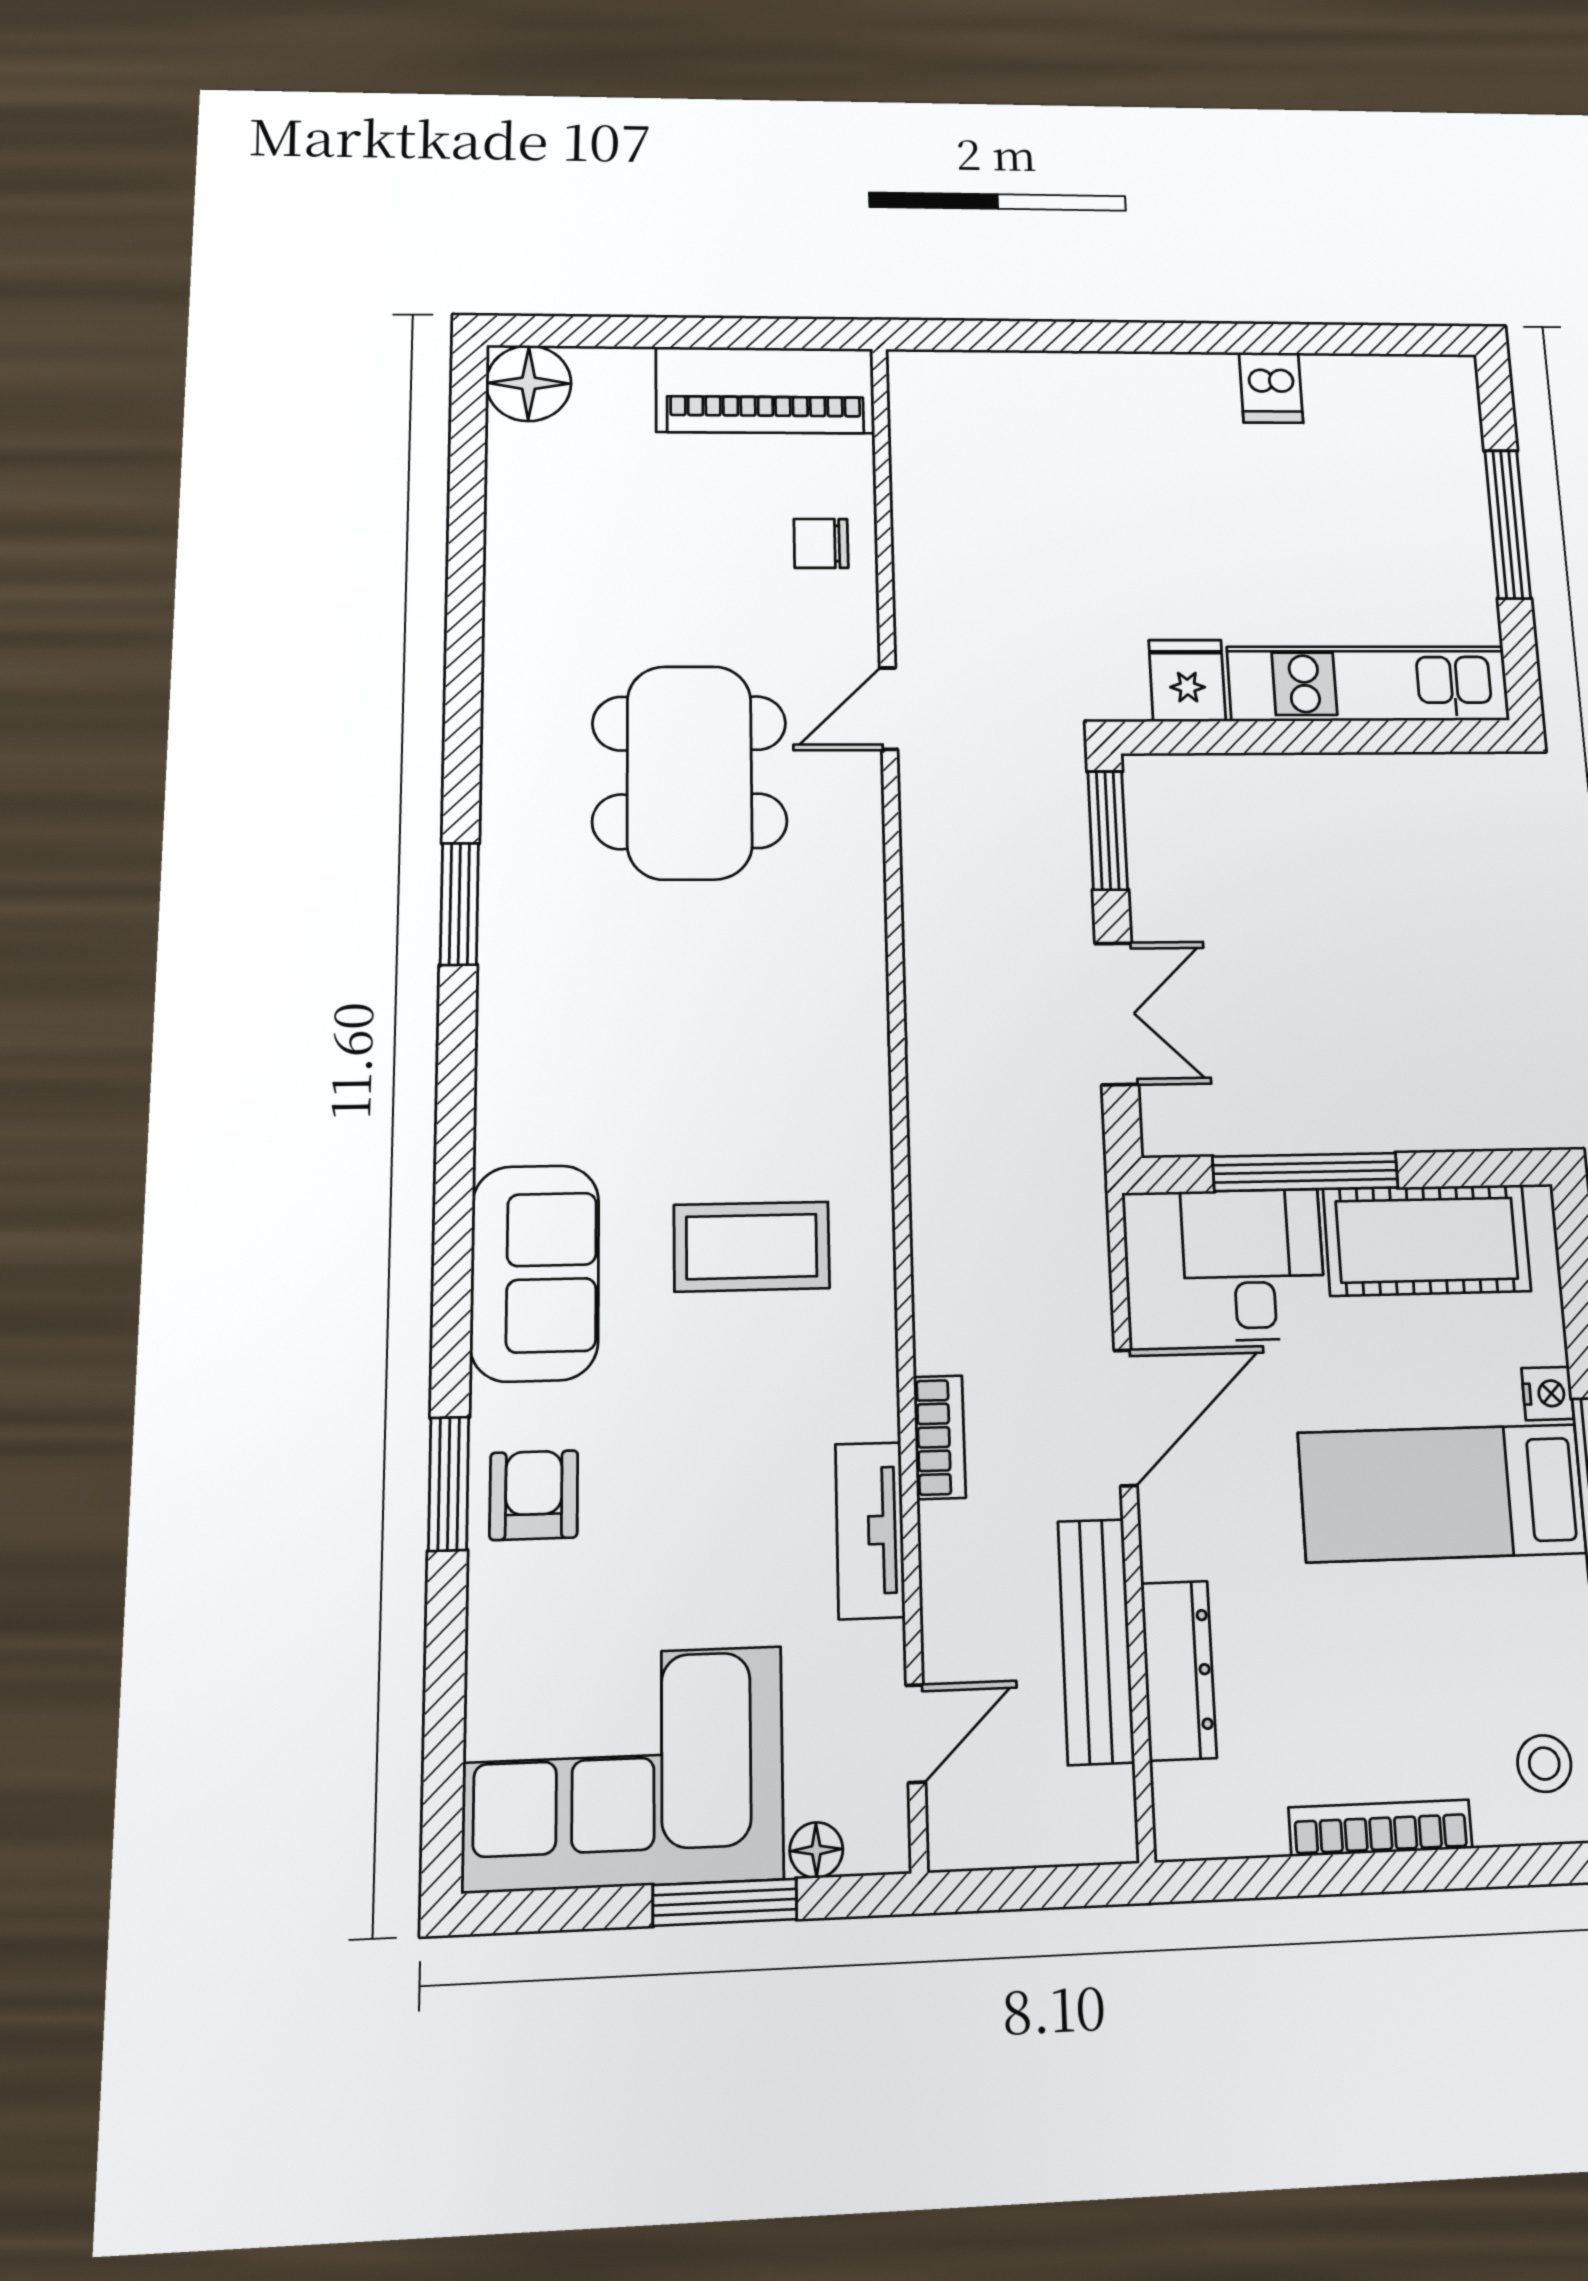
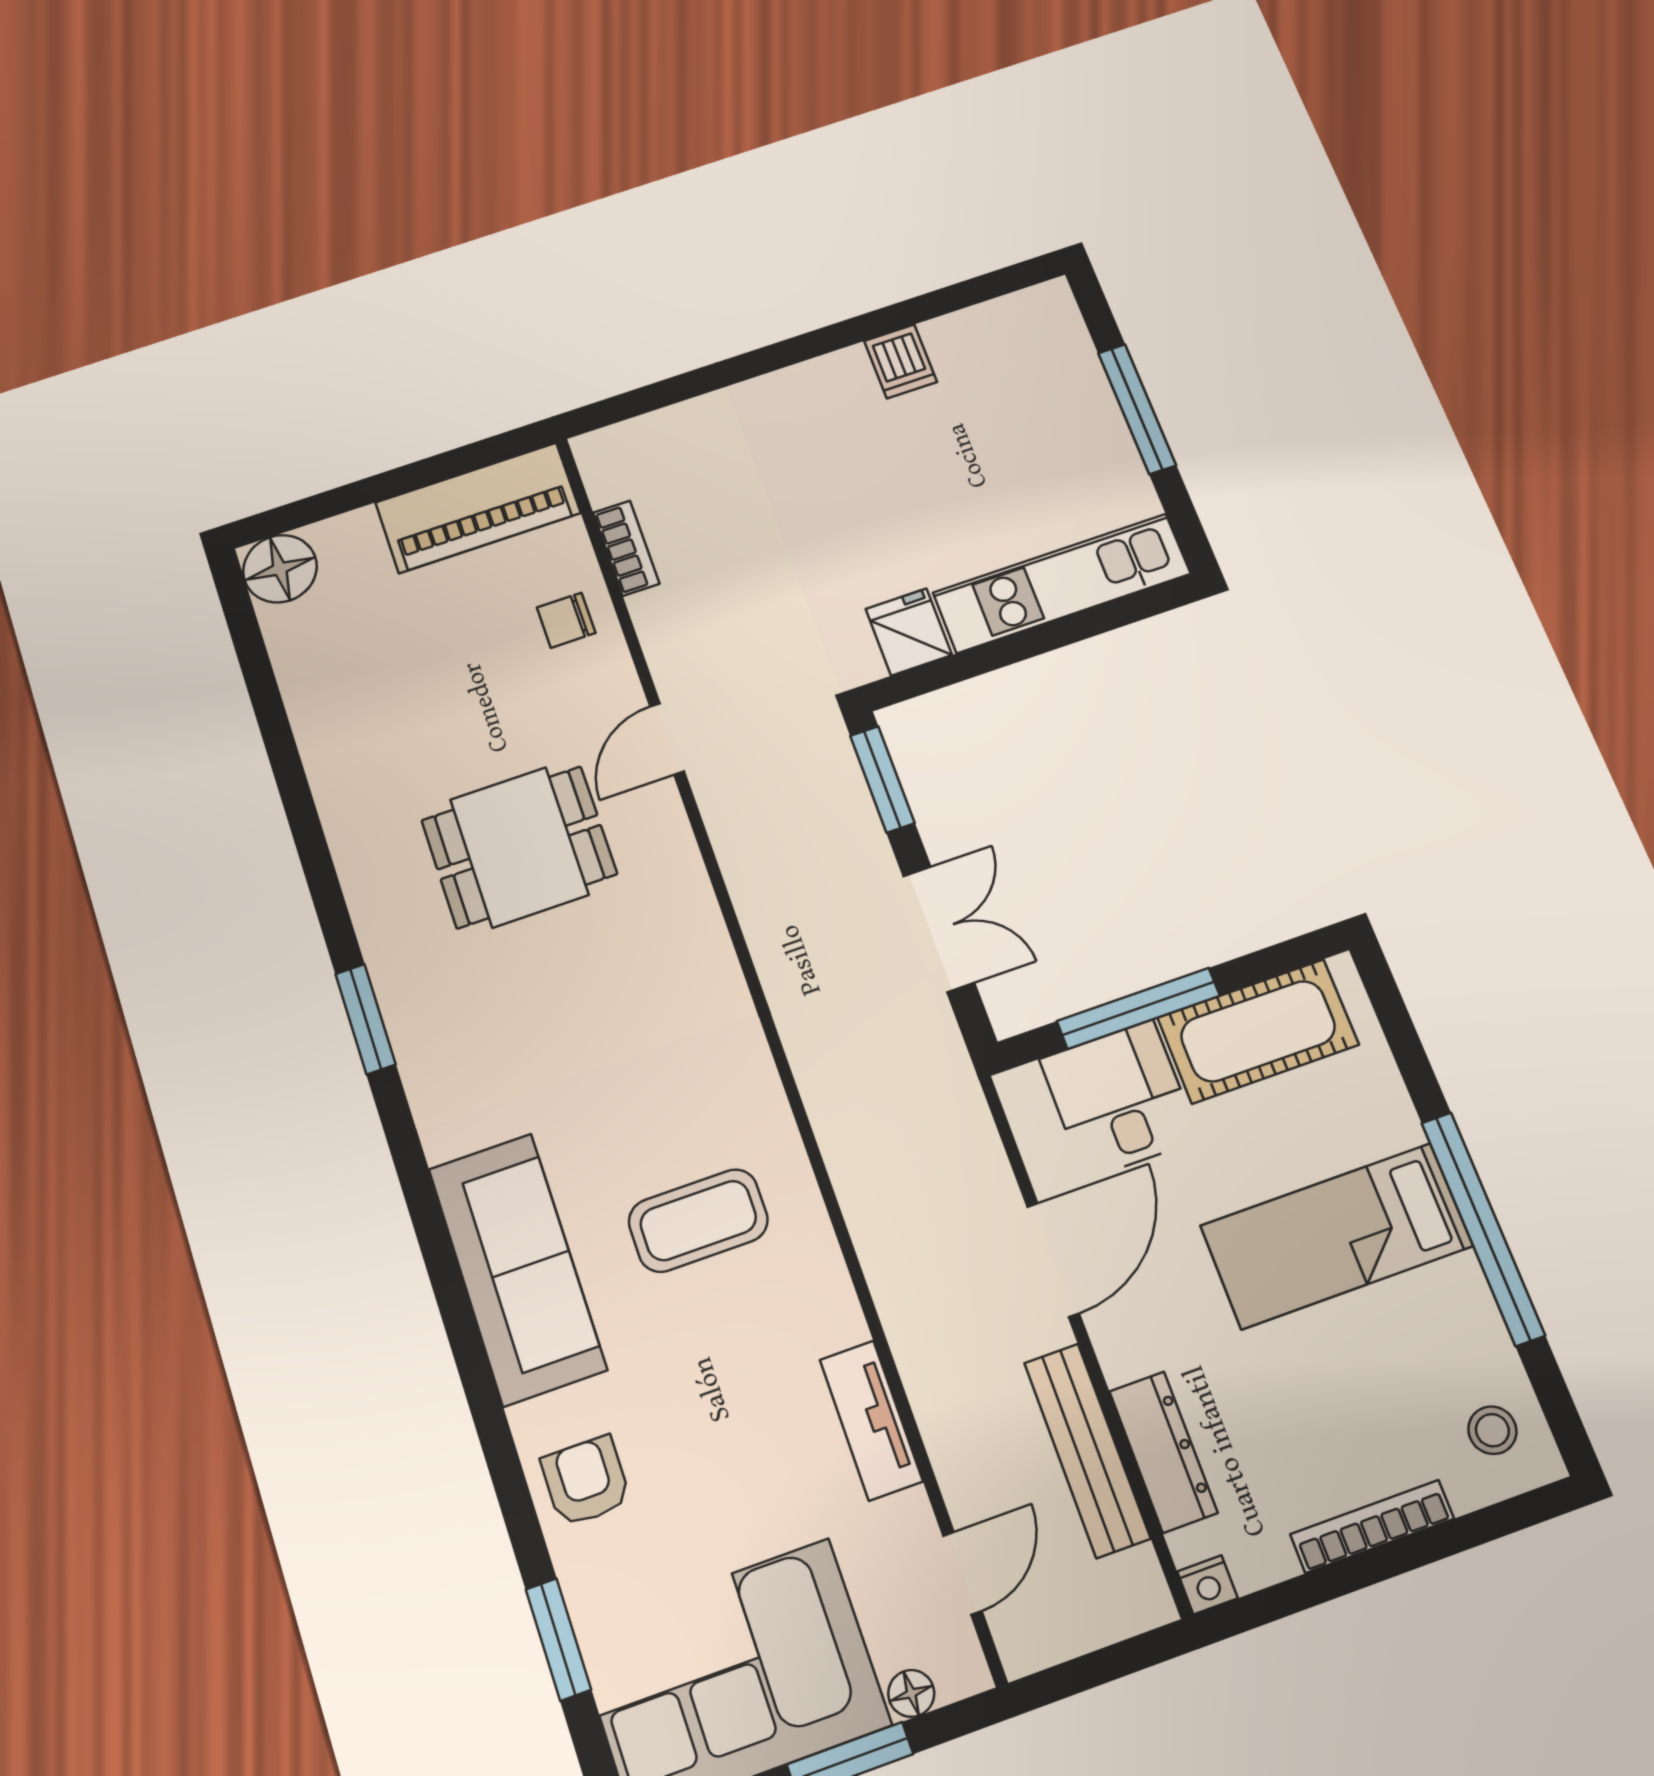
dining table: (689, 772) -> (519, 847), width x0.73
sofa: (535, 1273) -> (517, 1269), width x1.36
nightstand: (1548, 1394) -> (1207, 1585), moved, turned 90
bookcase: (940, 1437) -> (626, 548), moved
window: (449, 1484) -> (558, 1639), moved

